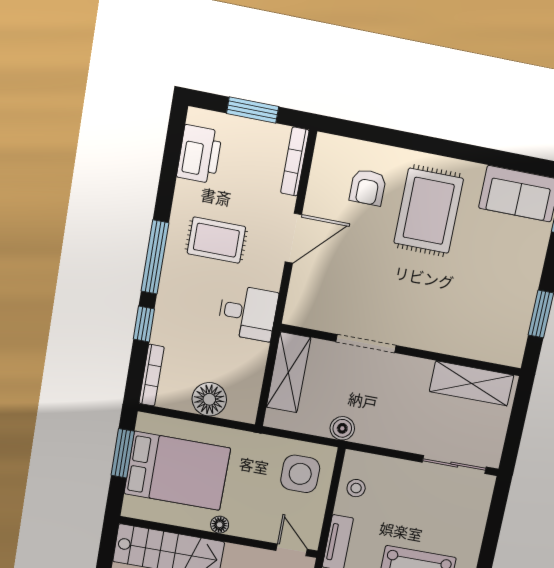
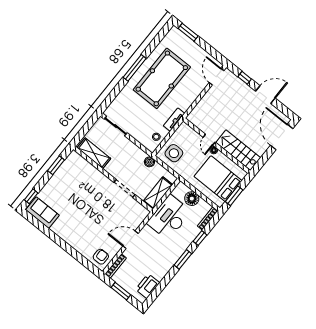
armchair: (368, 187) -> (101, 257), moved
rug: (429, 211) -> (78, 224), removed
rug: (216, 240) -> (158, 254), removed
window: (155, 257) -> (183, 259), width x0.69
desk: (248, 313) -> (169, 217), width x1.87, depth x1.30
door: (292, 550) -> (209, 140), moved

